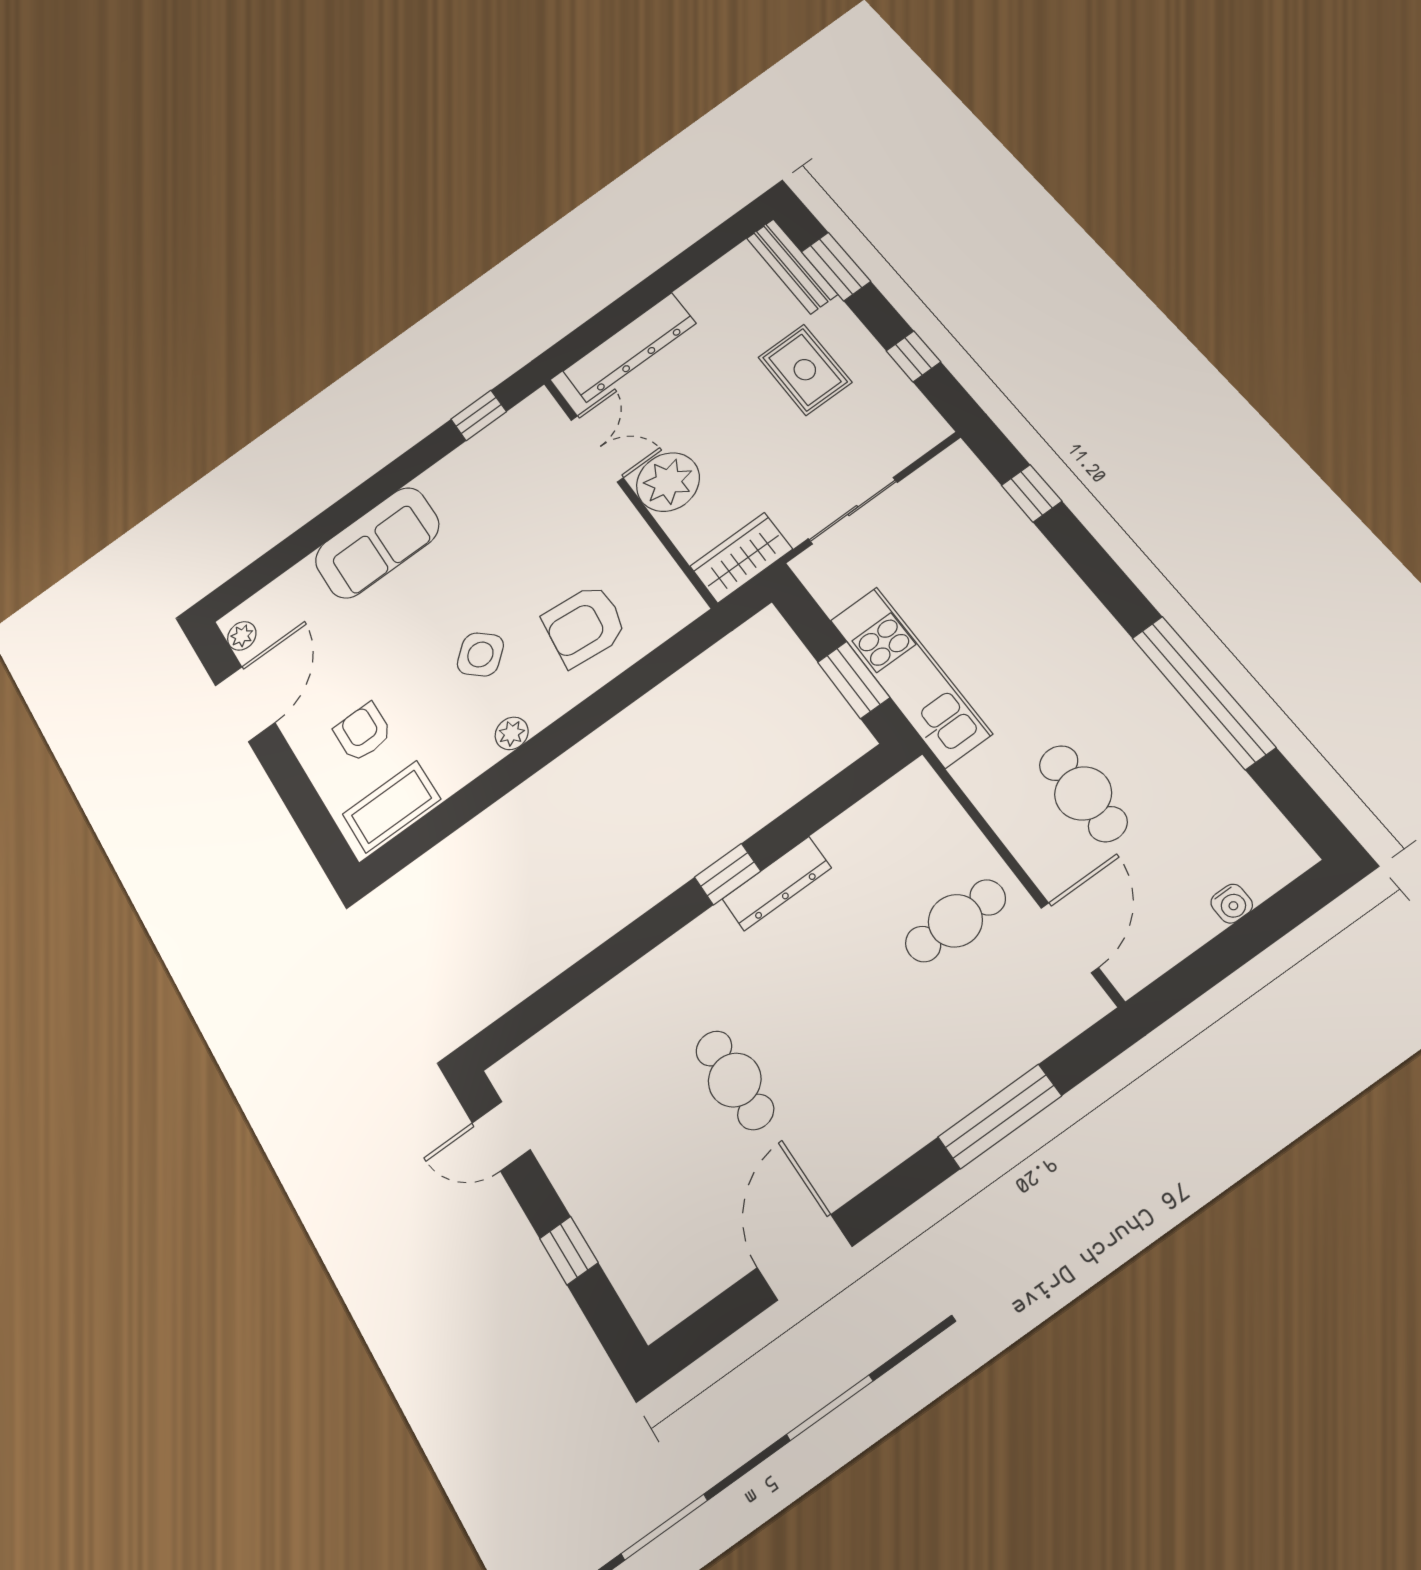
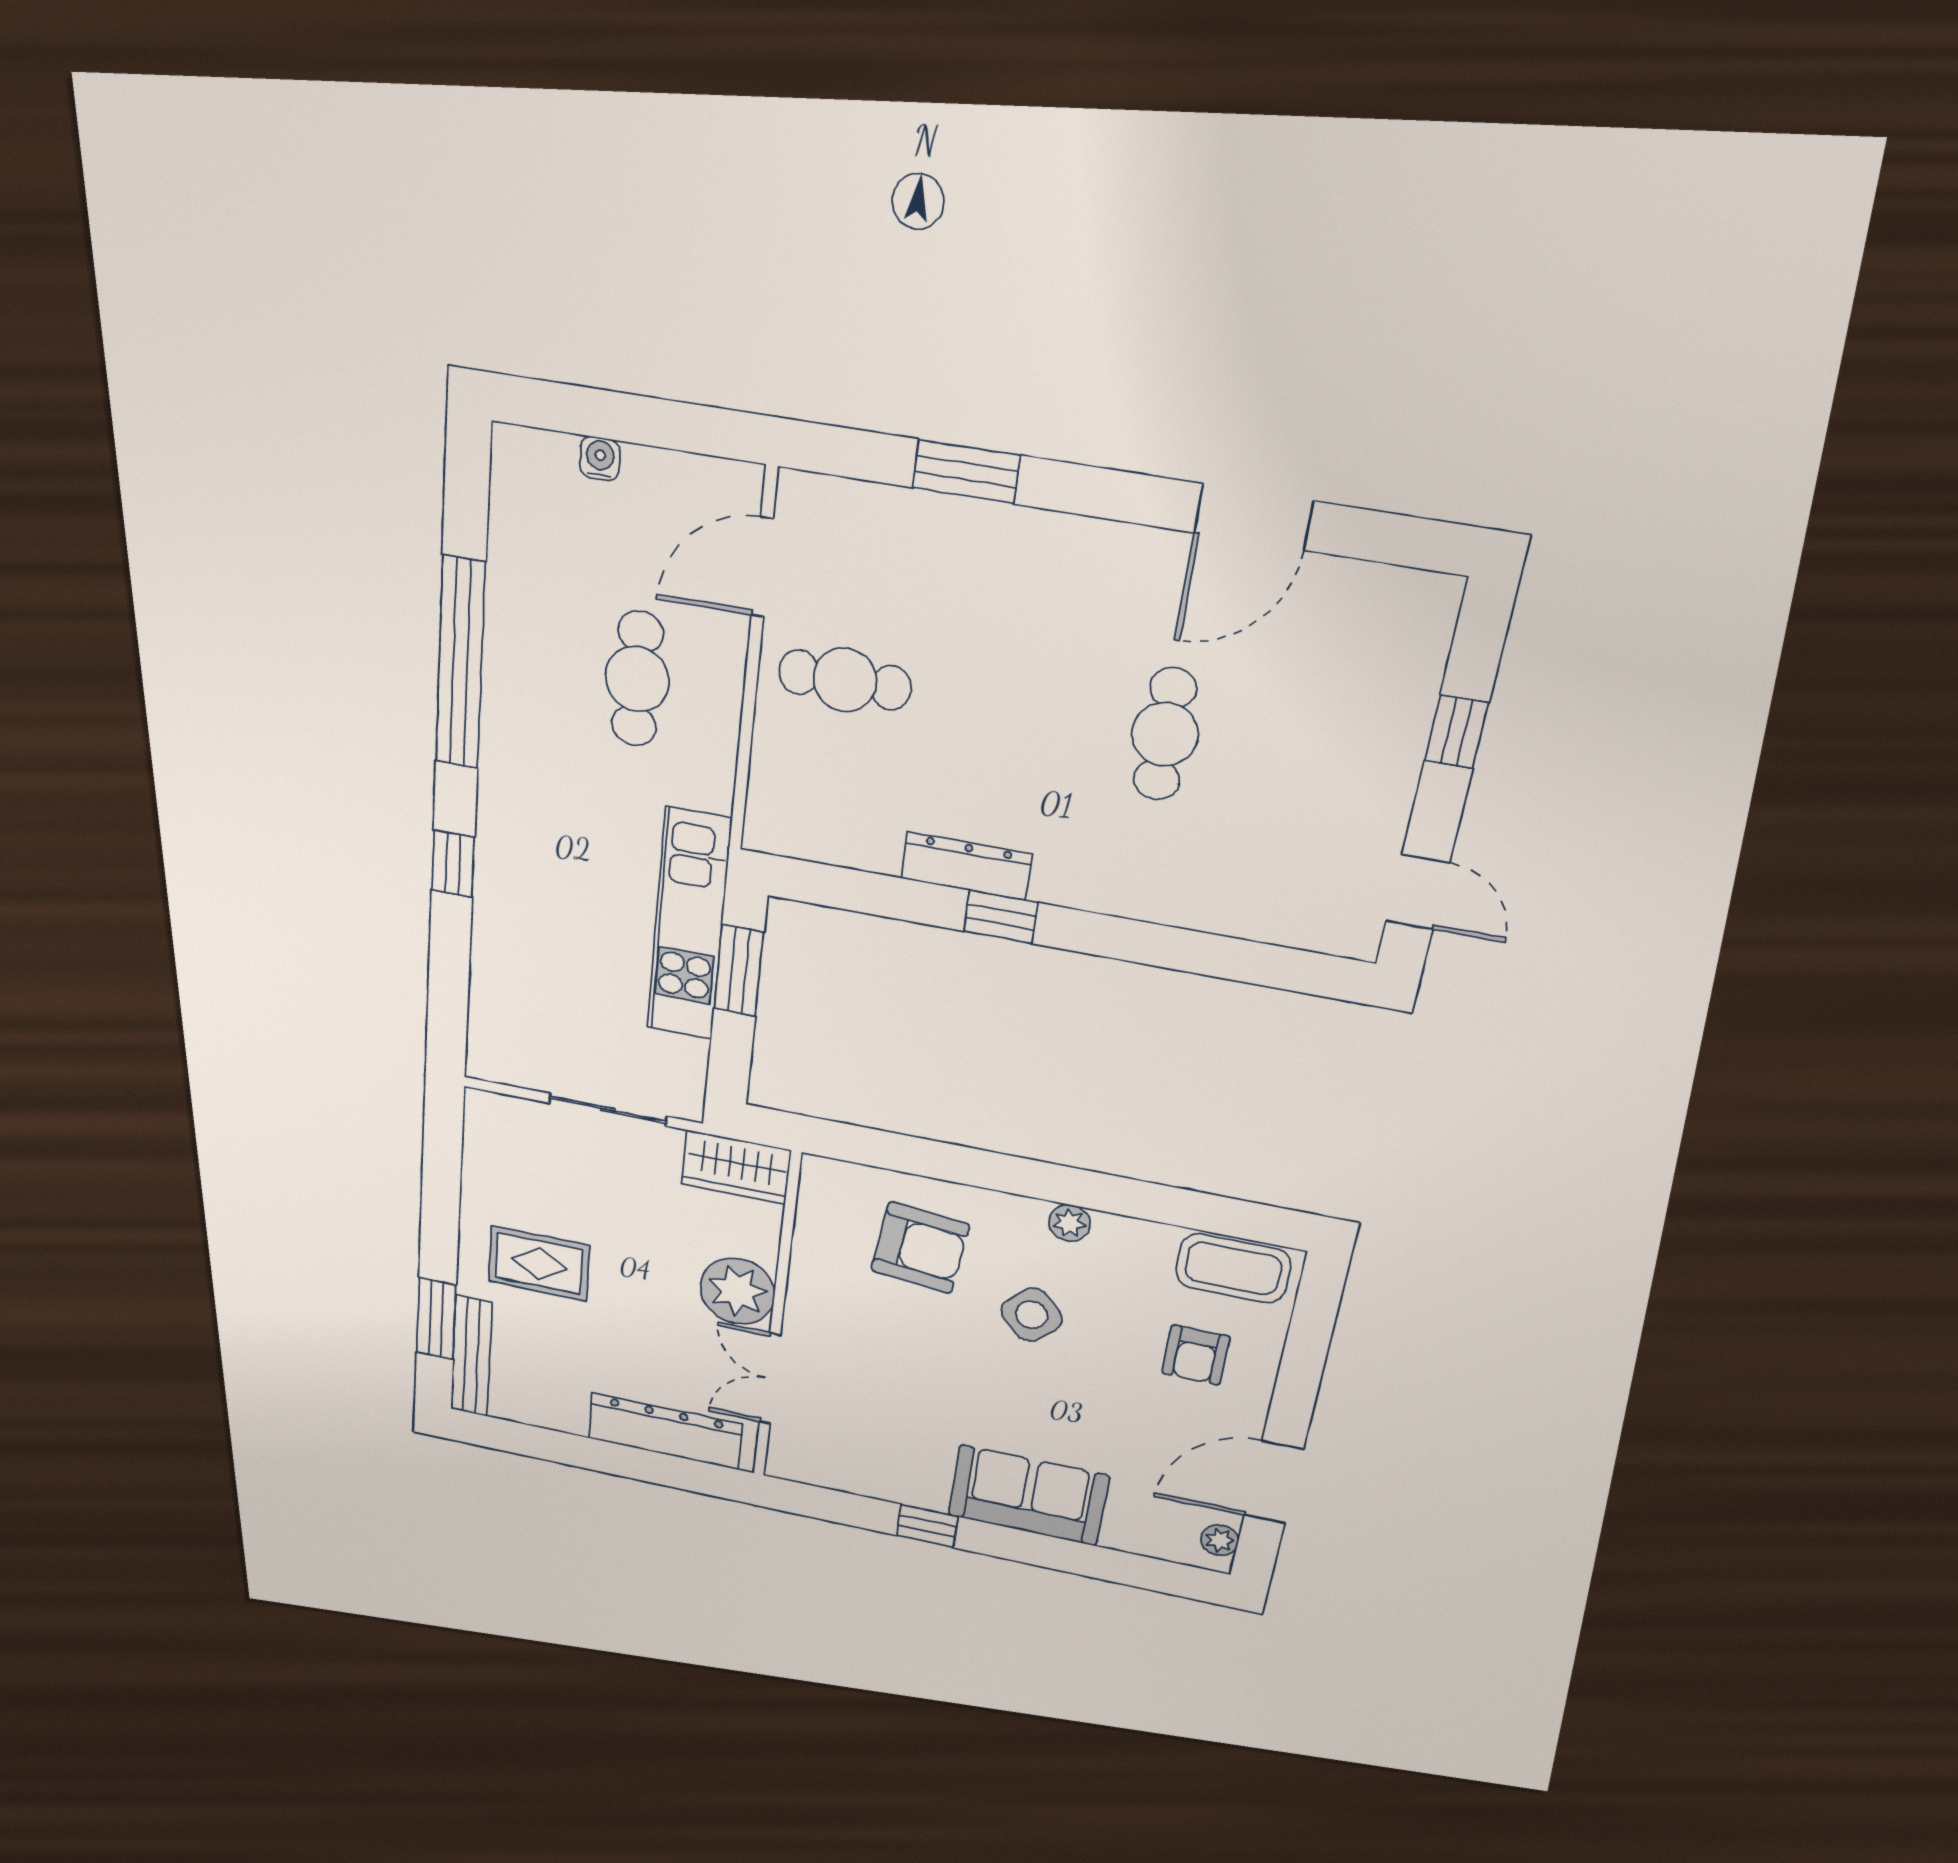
window: (913, 356) -> (441, 1182), removed
rug: (805, 370) -> (539, 1264), turned 90
window: (479, 415) -> (927, 1526), moved
window: (1032, 493) -> (453, 864), moved
window: (1000, 1116) -> (966, 472), width x0.69

